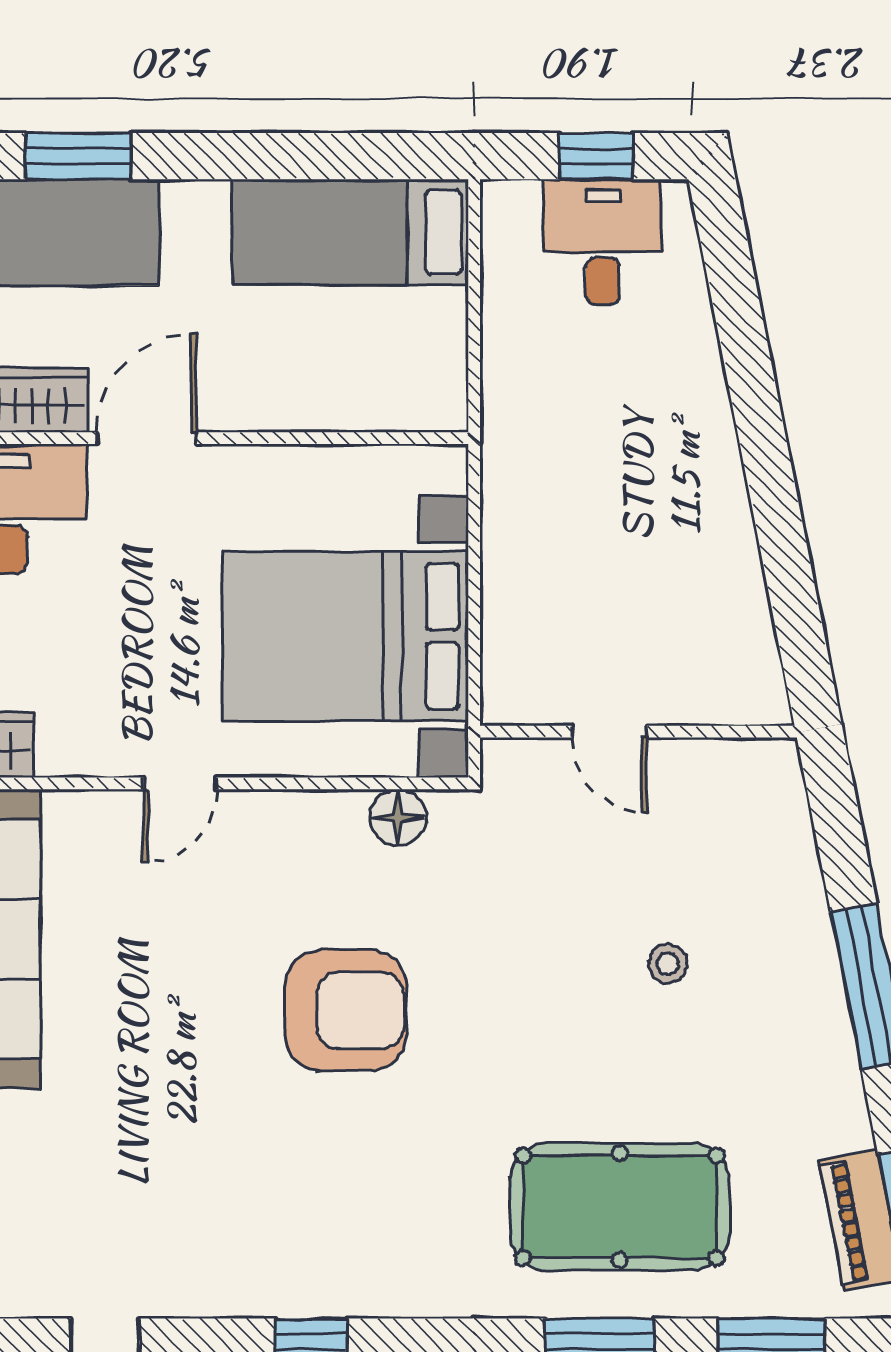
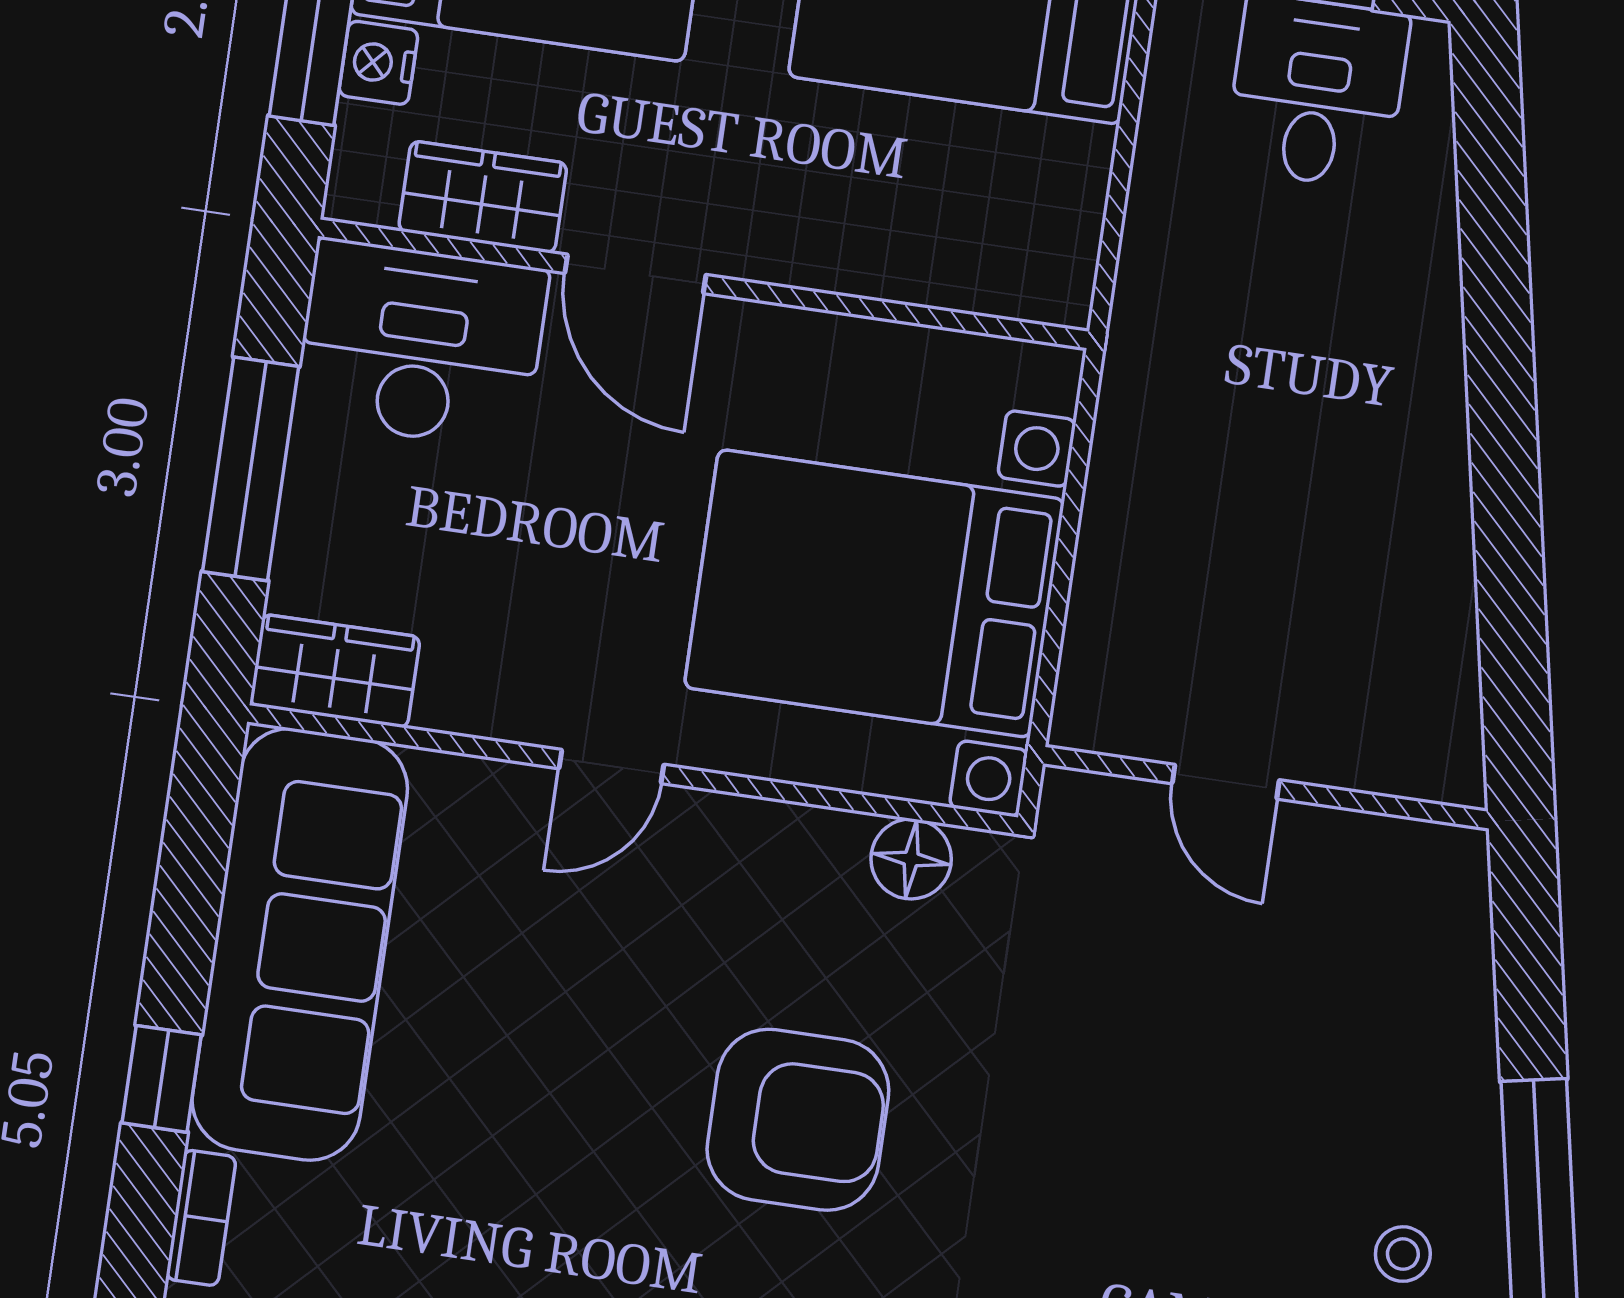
door: (147, 438) -> (635, 274), swing flipped
stool: (668, 964) -> (1403, 1254), moved

